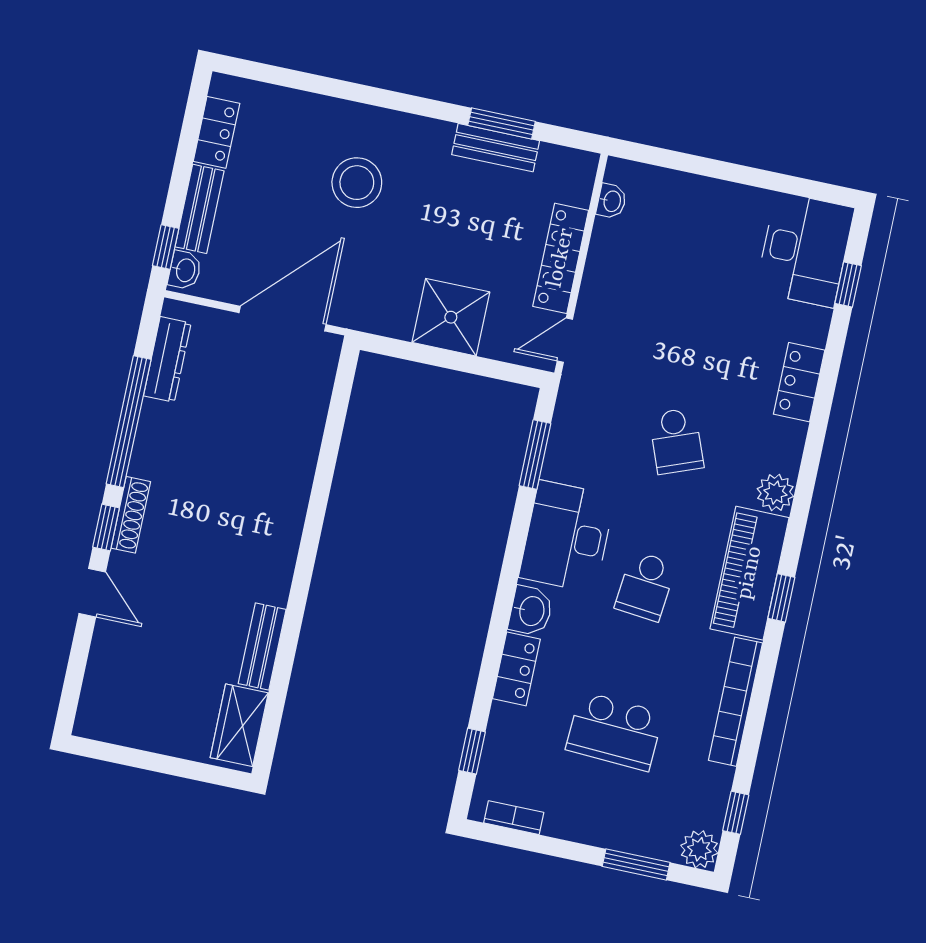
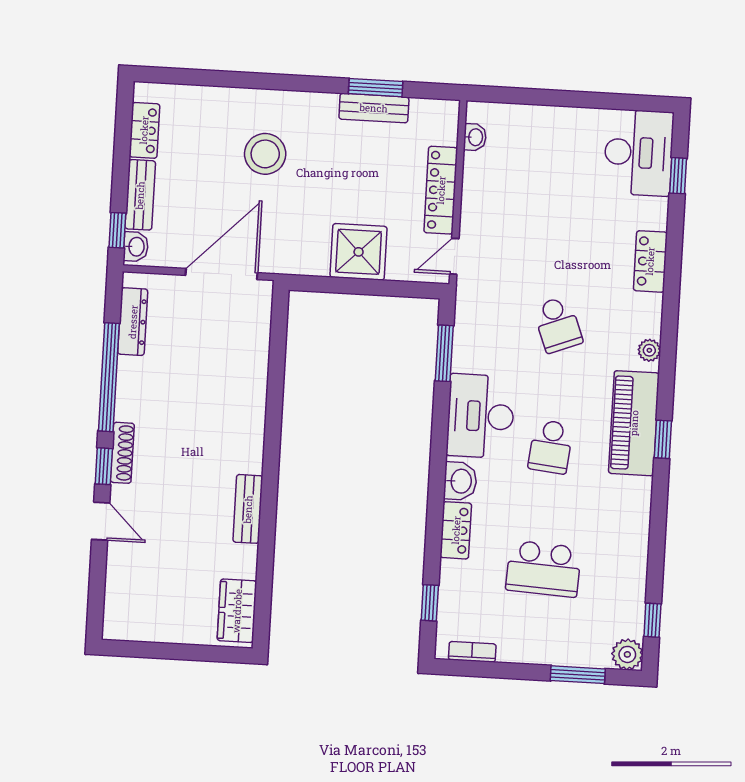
plant: (775, 493) -> (649, 350), width x0.73, depth x0.73
bench: (262, 647) -> (248, 509), moved
bookcase: (735, 702) -> (638, 530), removed

